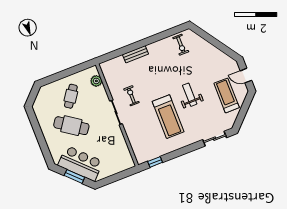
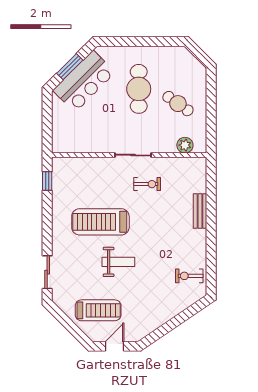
cafe table: (71, 126) -> (139, 89), turned -35

